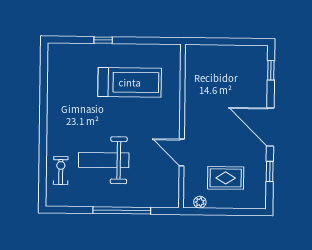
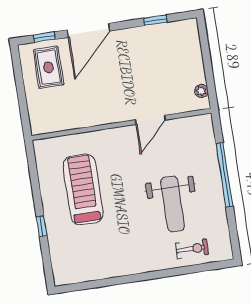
door: (270, 127) -> (89, 30), moved
exercise bike: (61, 171) -> (192, 249), turned 180
rug: (226, 178) -> (49, 67), moved

